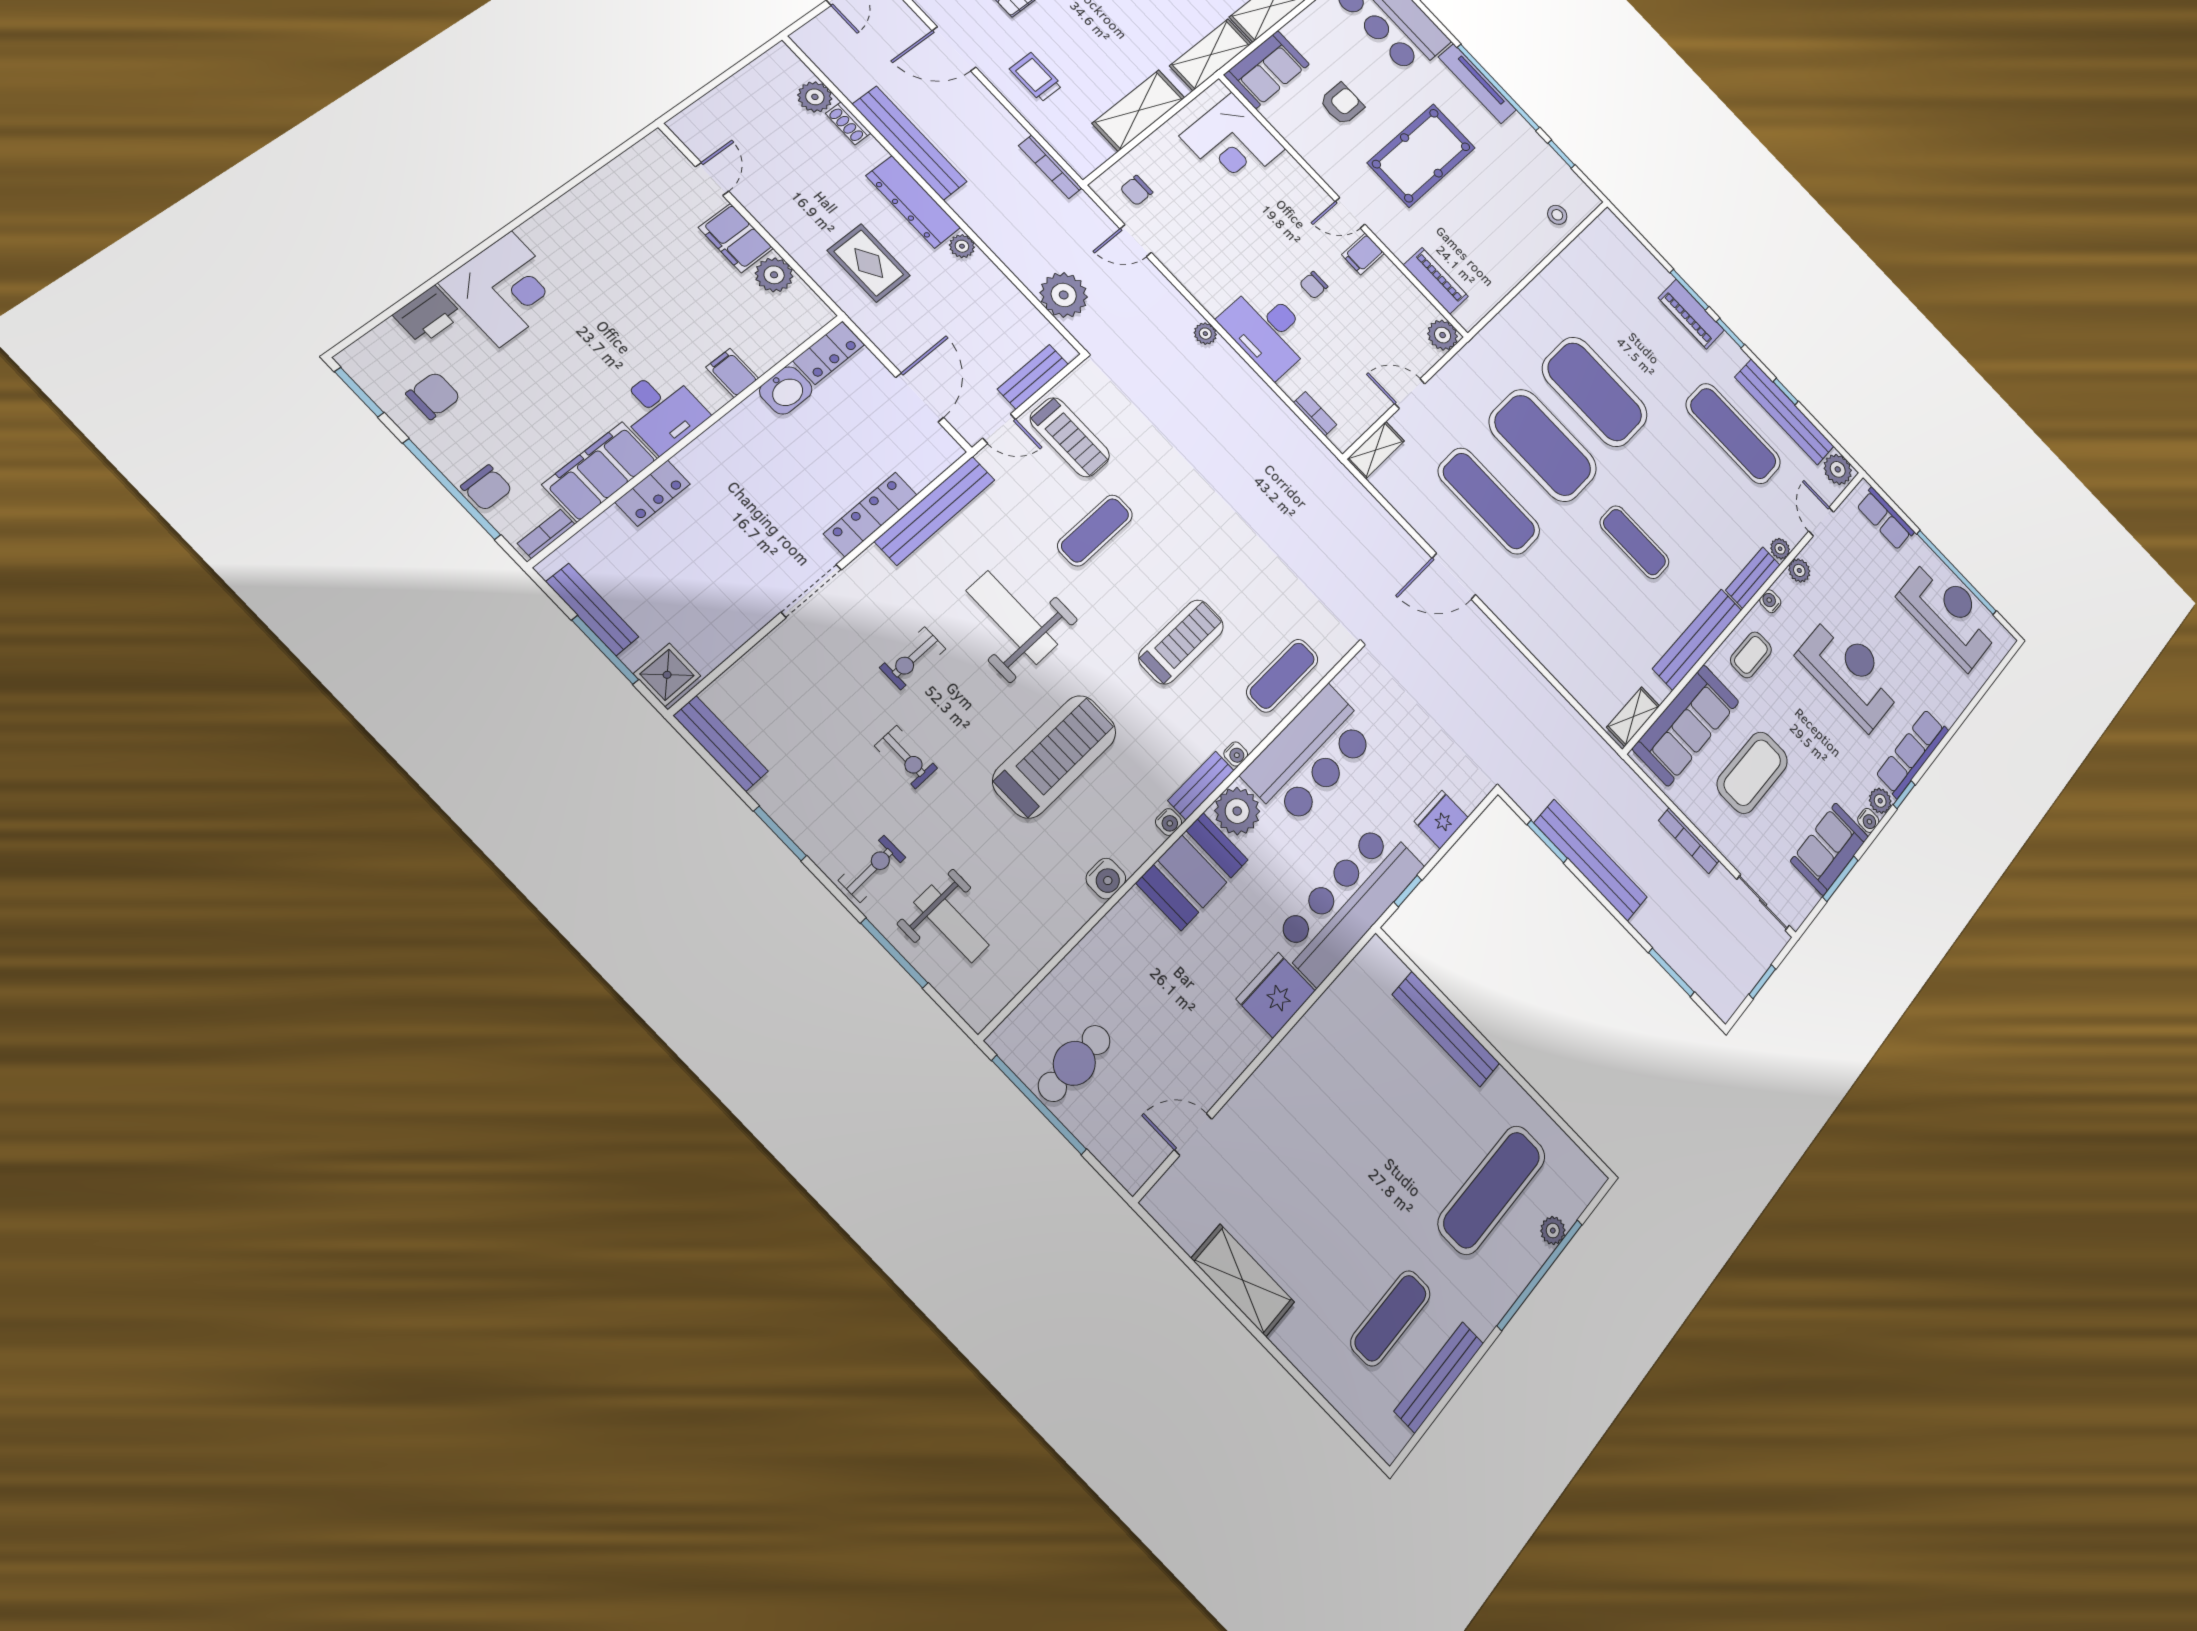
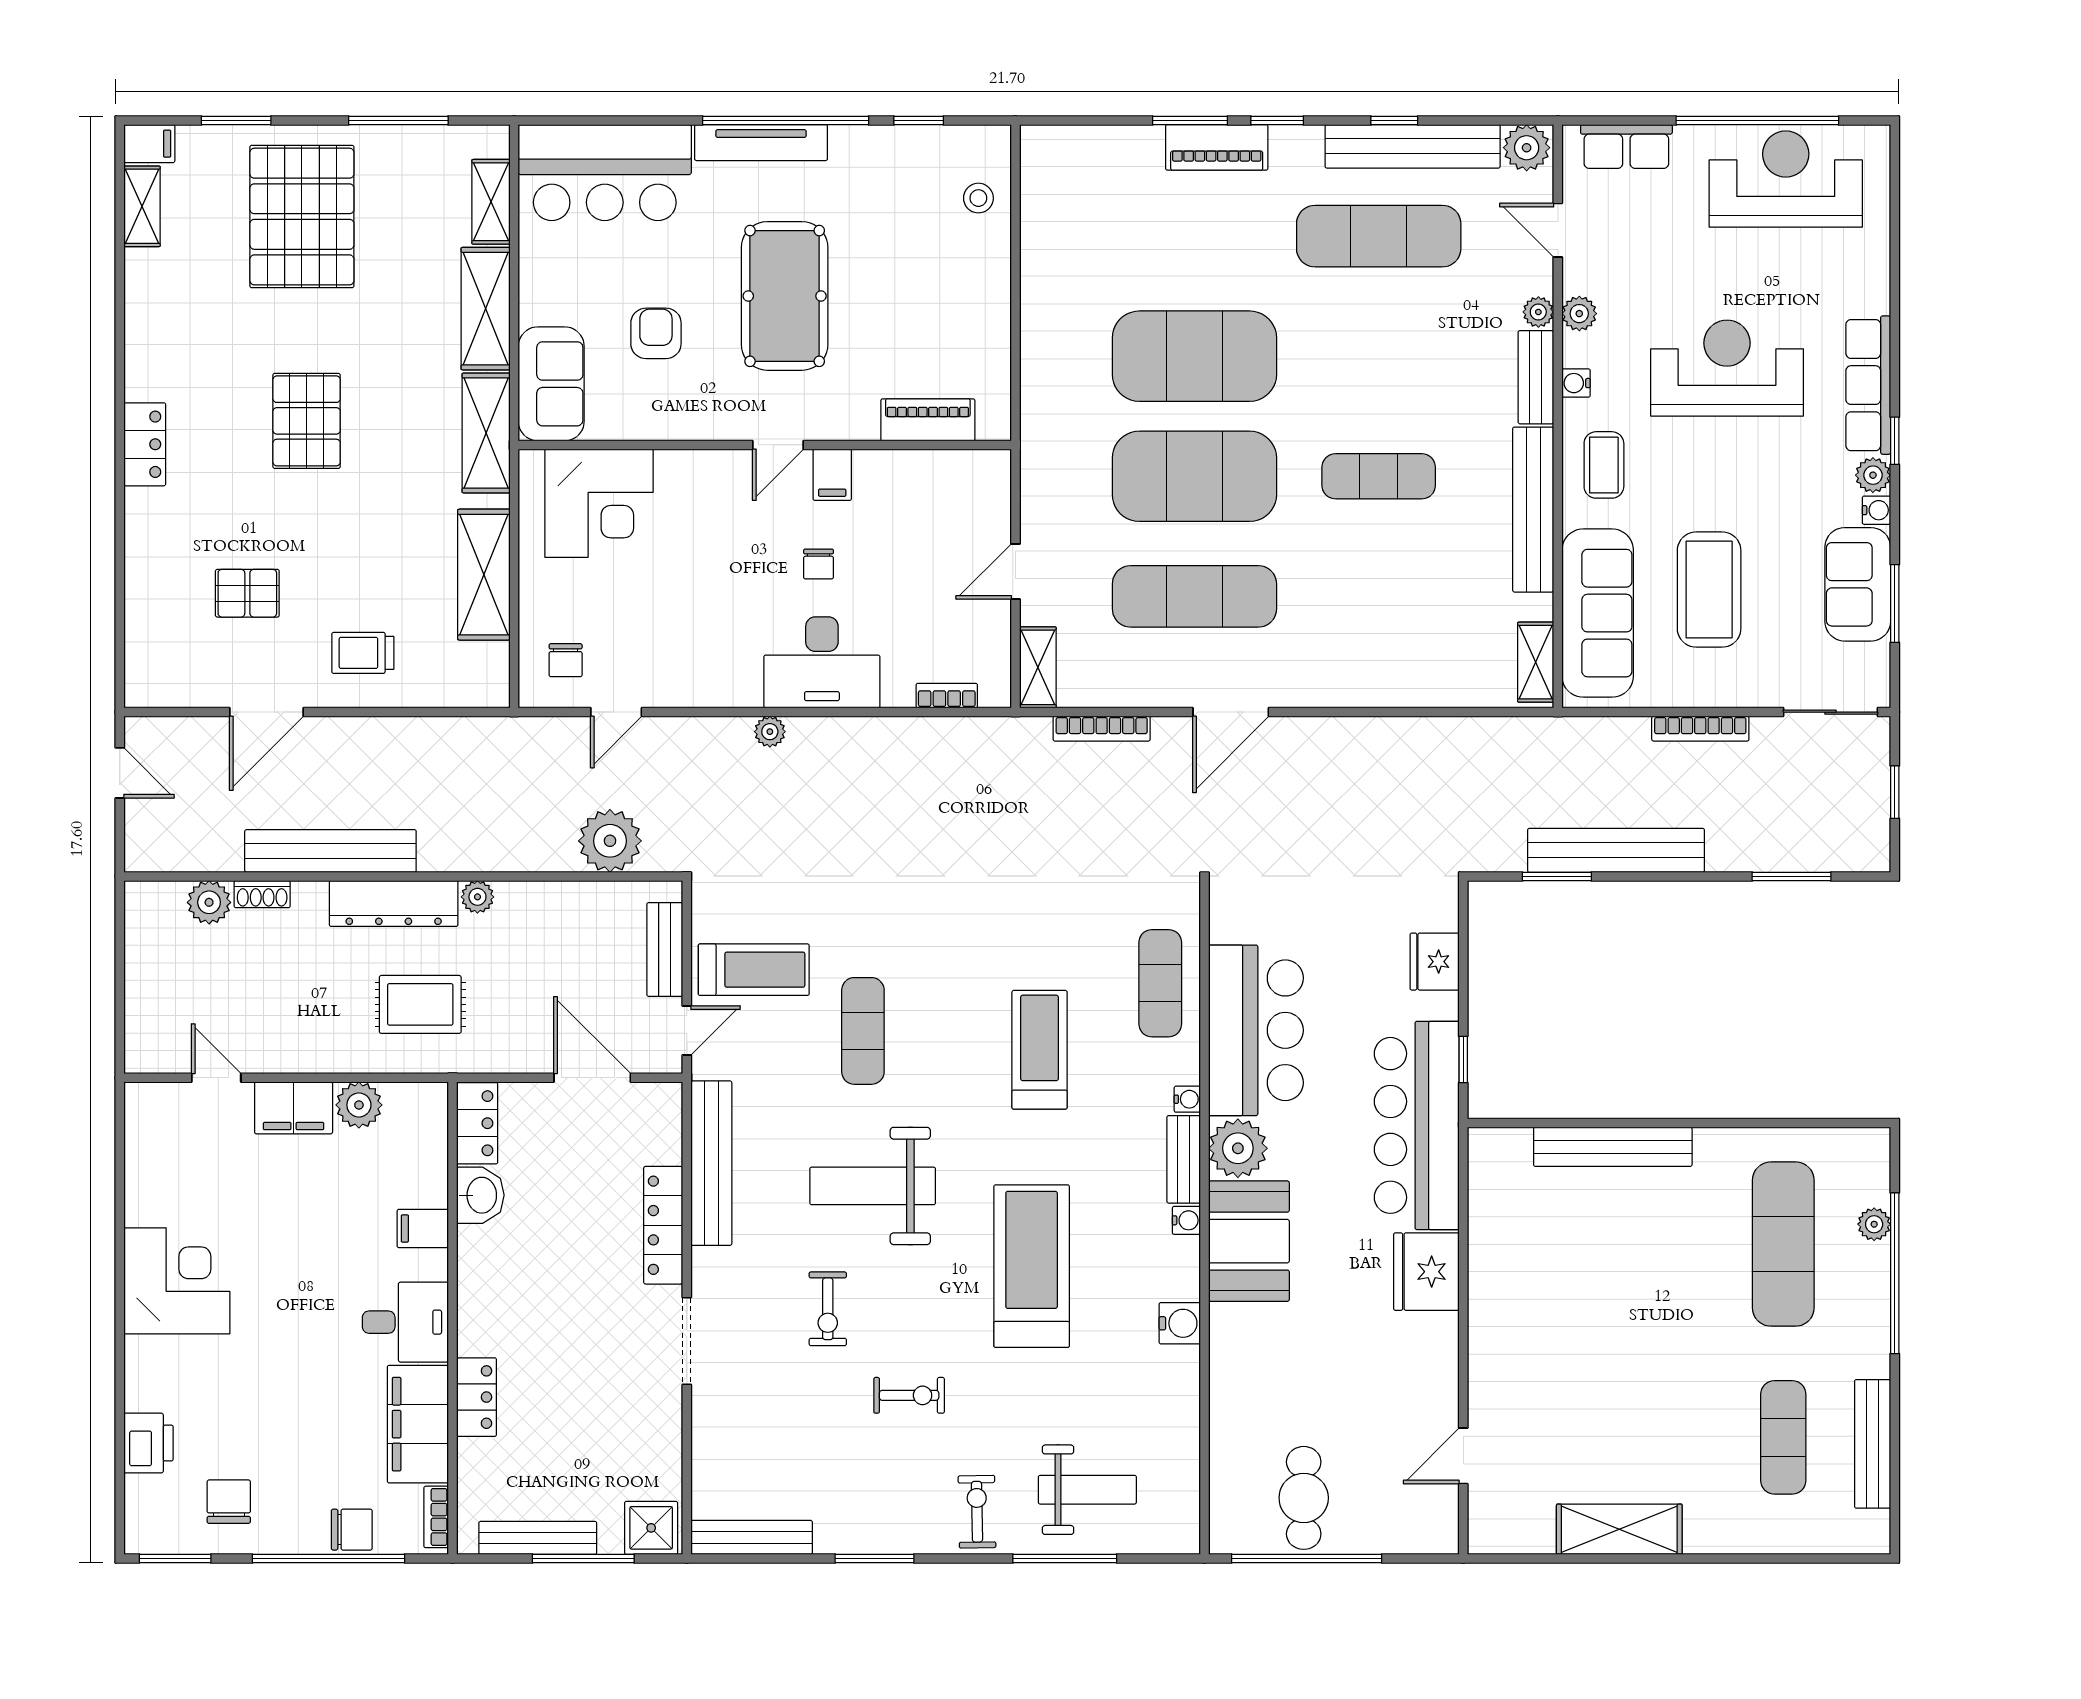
bookcase: (1050, 167) -> (1102, 729), moved
corner desk: (505, 289) -> (177, 1281), moved
plant: (1443, 335) -> (989, 472), removed

